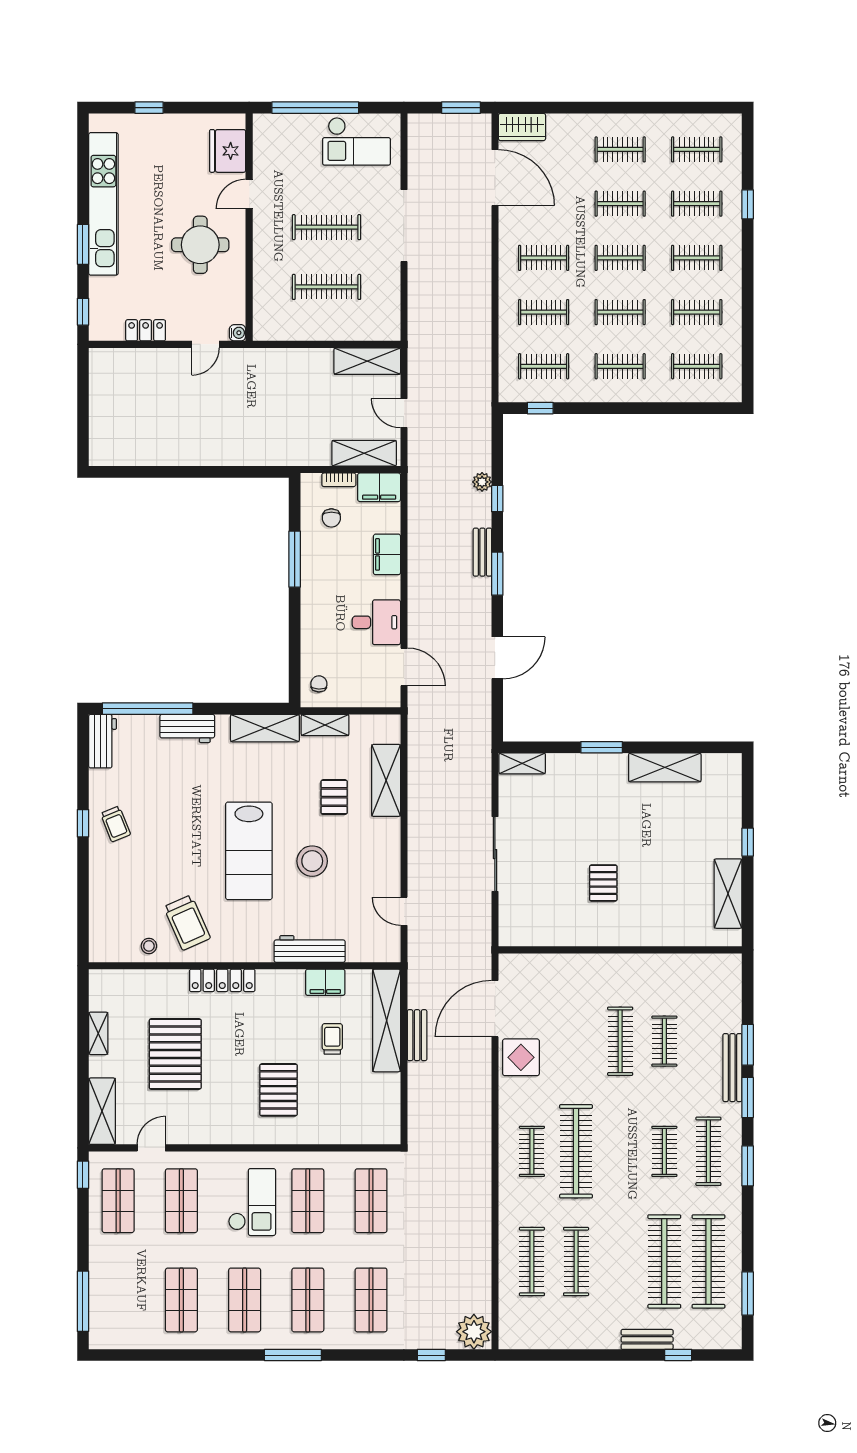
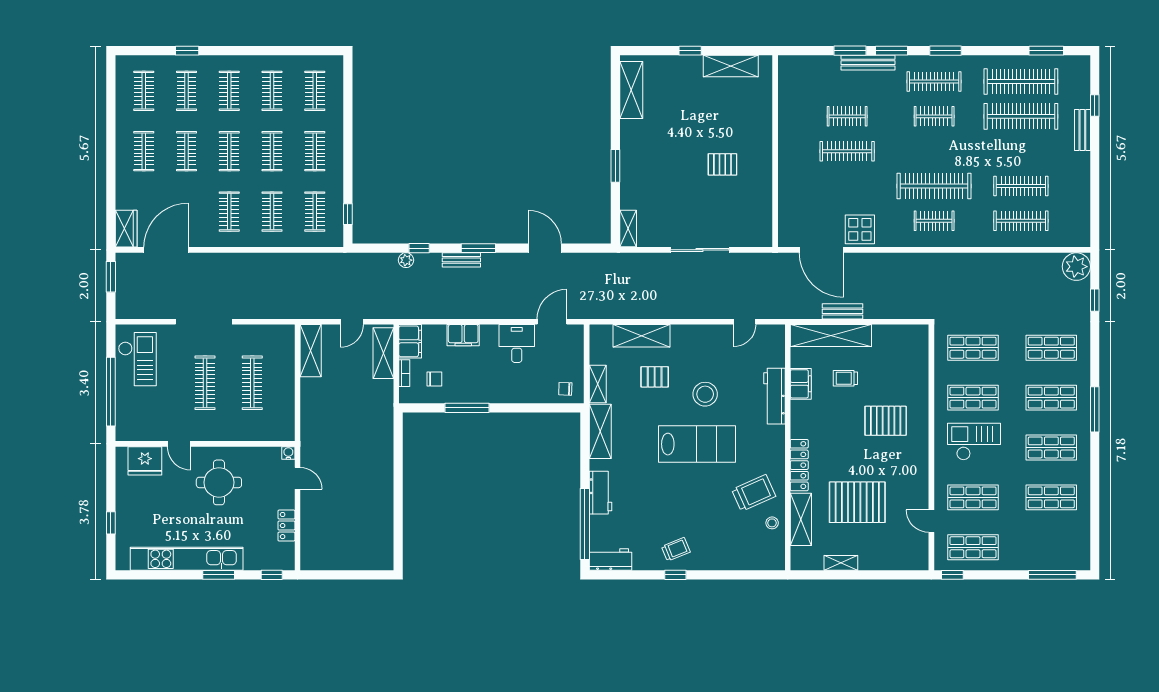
shelving: (665, 767) -> (631, 90), moved
shelving: (102, 1111) -> (801, 519), moved, turned 90

